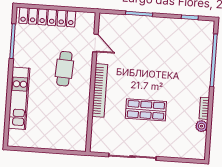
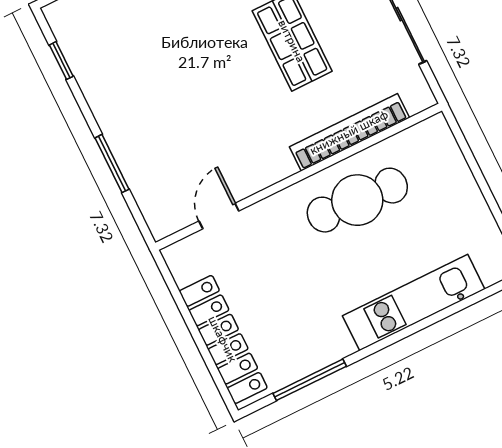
cafe table: (64, 69) -> (357, 200), moved, width x1.37, depth x1.35
bookcase: (100, 90) -> (349, 132), moved

